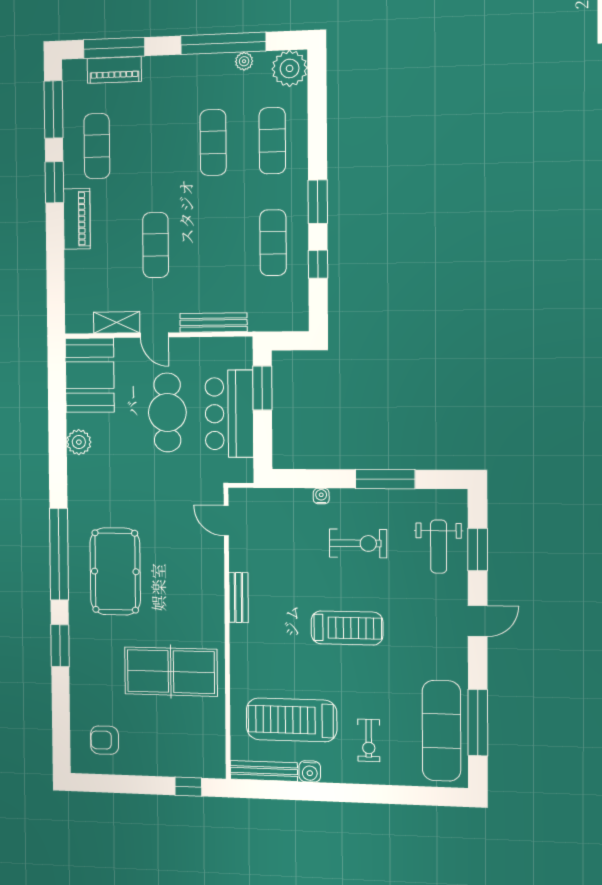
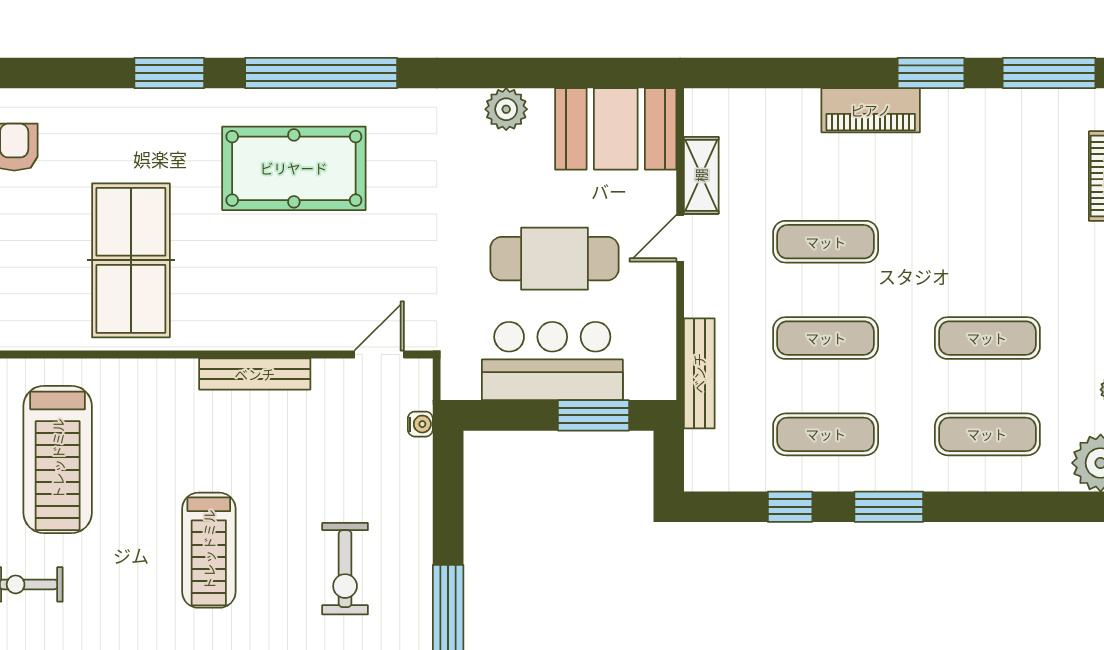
exercise mat: (97, 146) -> (826, 338), moved
bench: (213, 323) -> (699, 373), moved
water cooler: (321, 496) -> (420, 424), moved
bench: (239, 597) -> (255, 374), width x1.36
treadmill: (291, 720) -> (58, 459), turned 180

